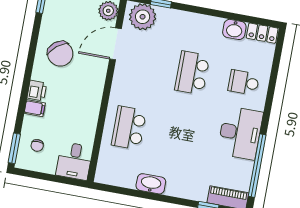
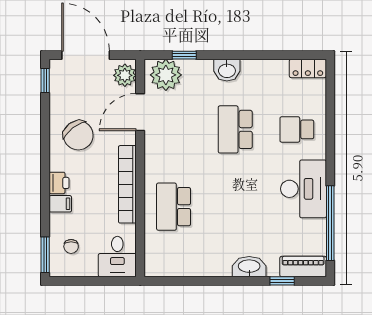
washbasin: (234, 29) -> (227, 70), moved
bookcase: (94, 102) -> (127, 184), added
washbasin: (151, 184) -> (249, 267), moved

